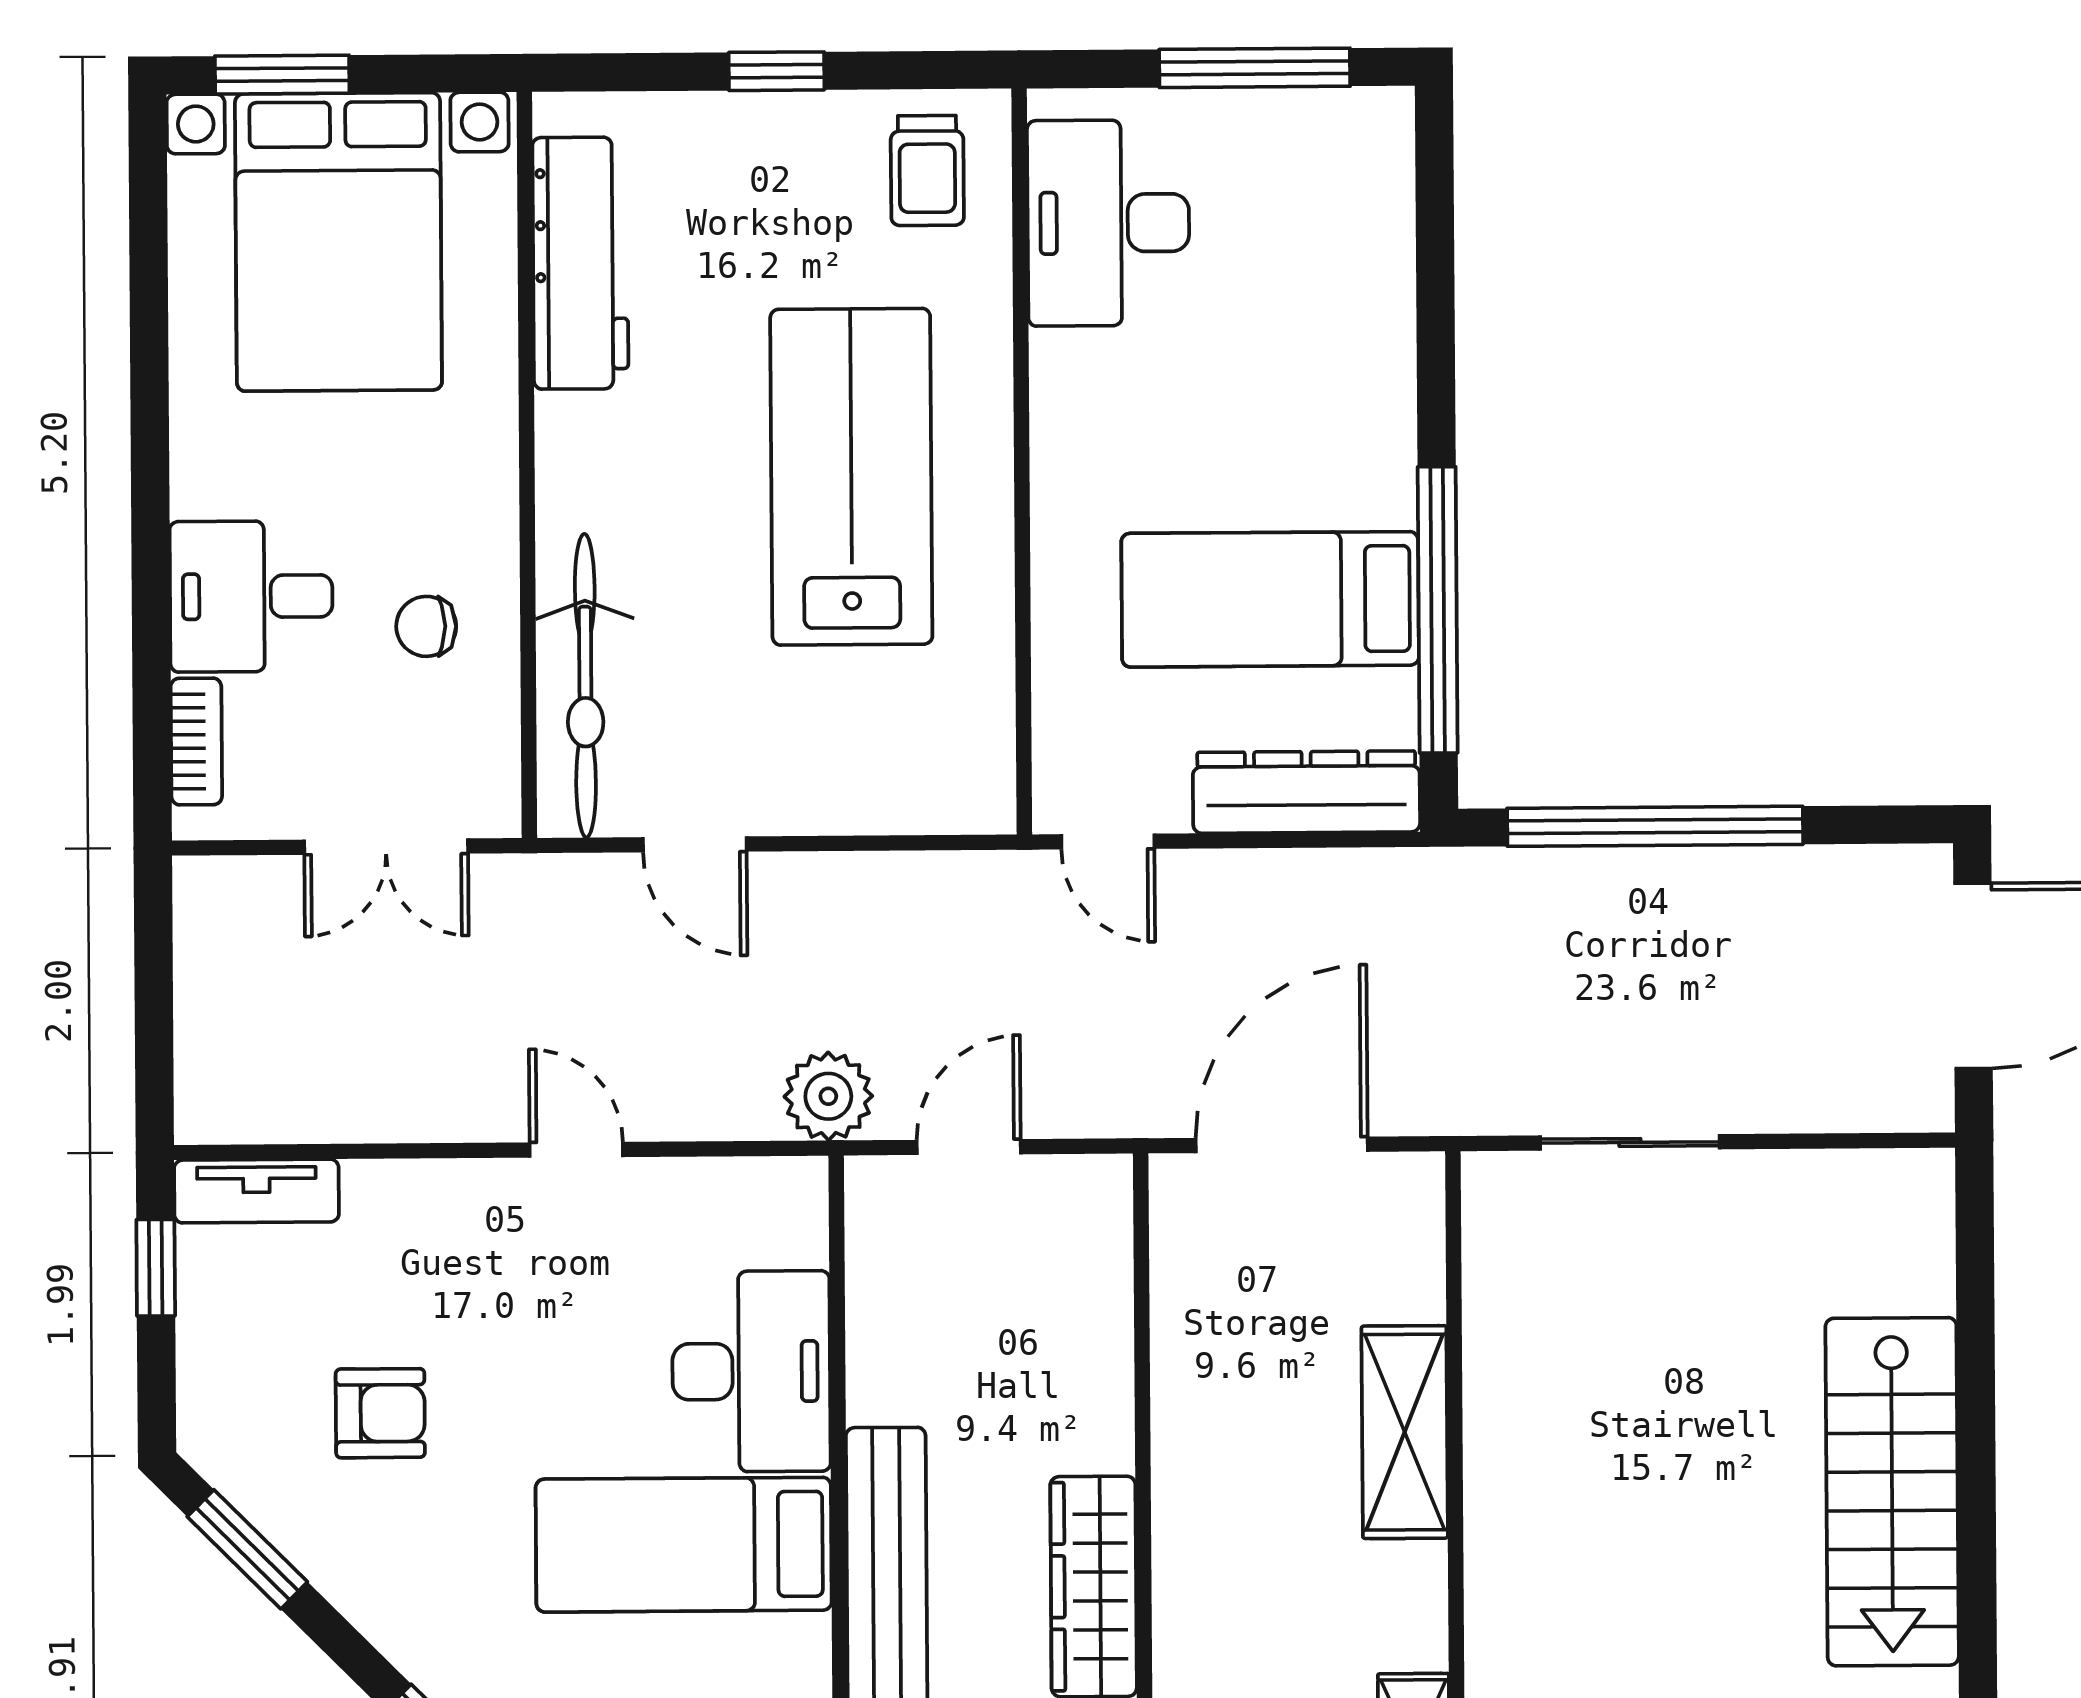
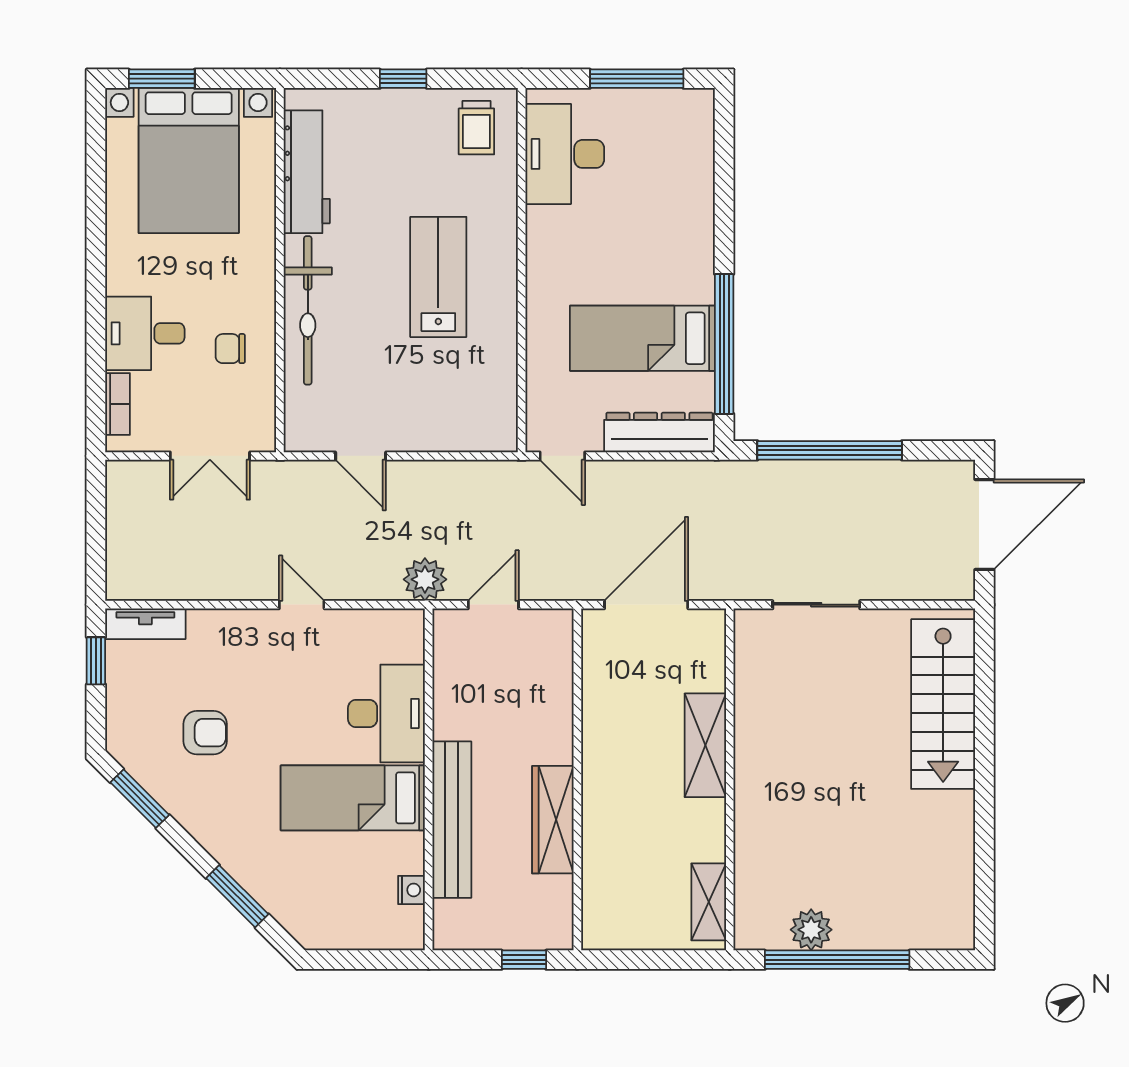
lab bench: (851, 477) -> (438, 277), width x0.73, depth x0.72
bicycle: (585, 686) -> (308, 310), moved
stairs: (1892, 1492) -> (943, 704), moved

